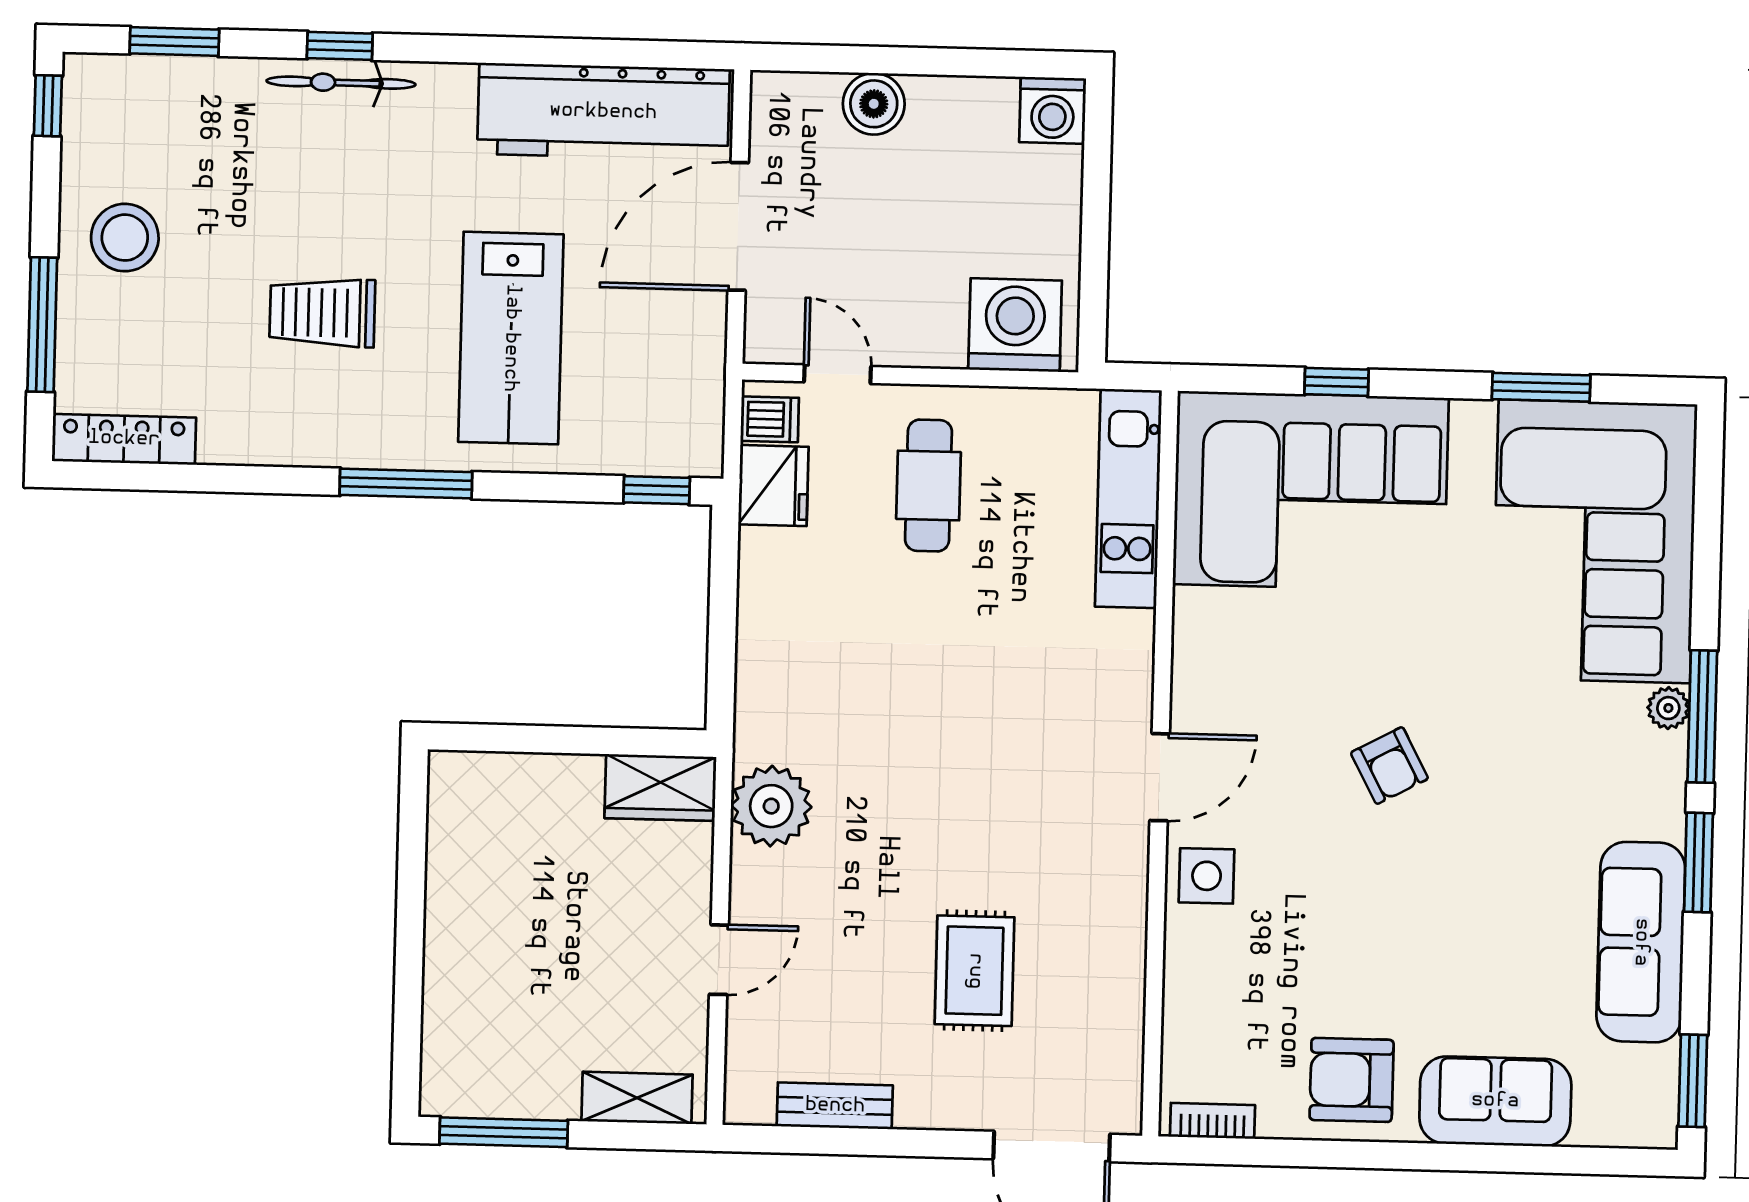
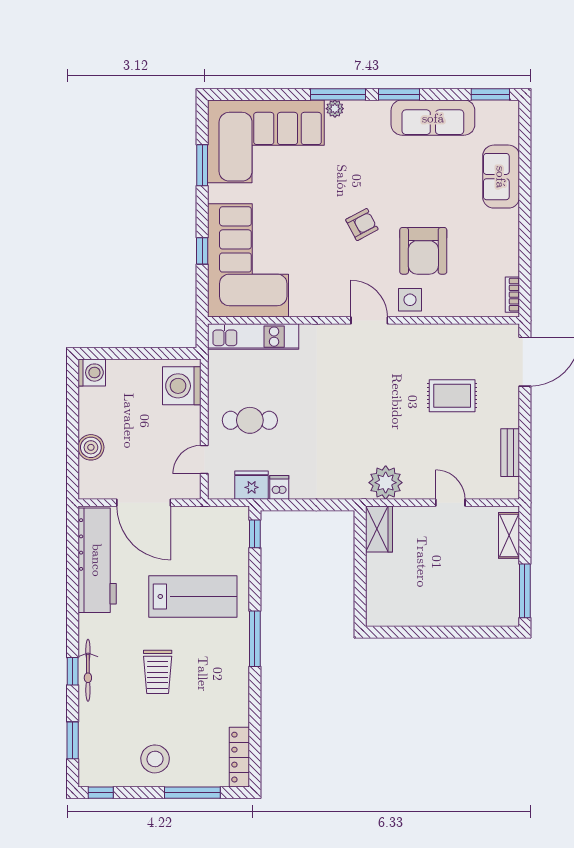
trolley: (322, 313) -> (158, 672), moved
dishwasher: (770, 419) -> (279, 487), moved
armchair: (1352, 1080) -> (423, 251), moved, width x1.36, depth x1.36

